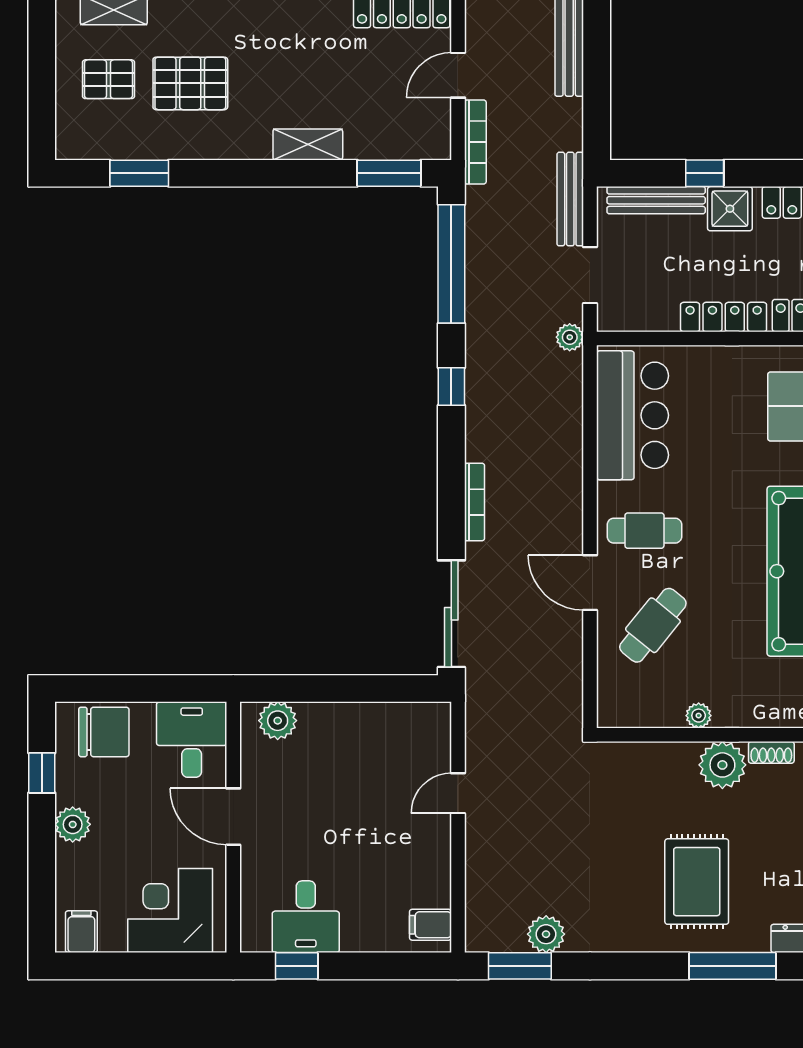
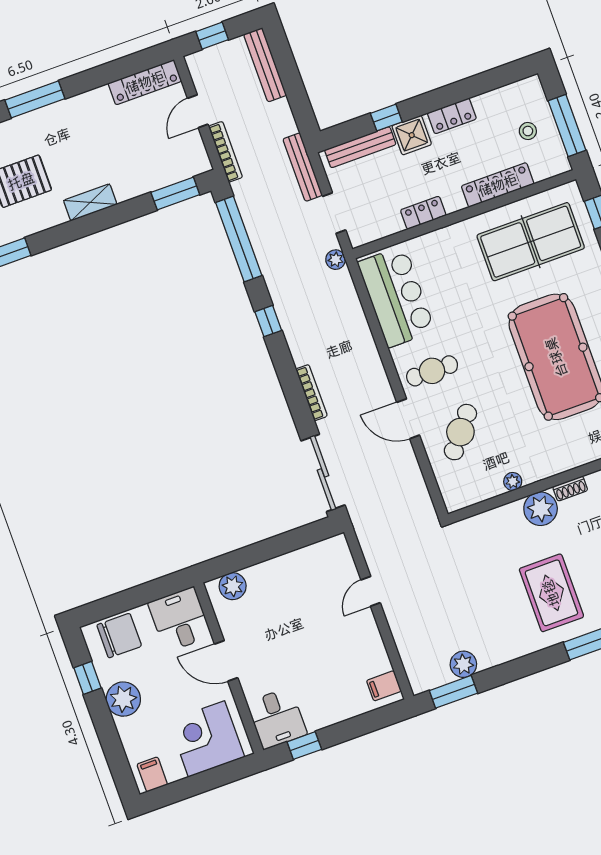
shelving: (308, 144) -> (90, 202), moved
locker: (724, 317) -> (423, 213), width x0.66
plant: (73, 824) -> (123, 699), width x1.36, depth x1.36
desk: (306, 917) -> (277, 718), moved

